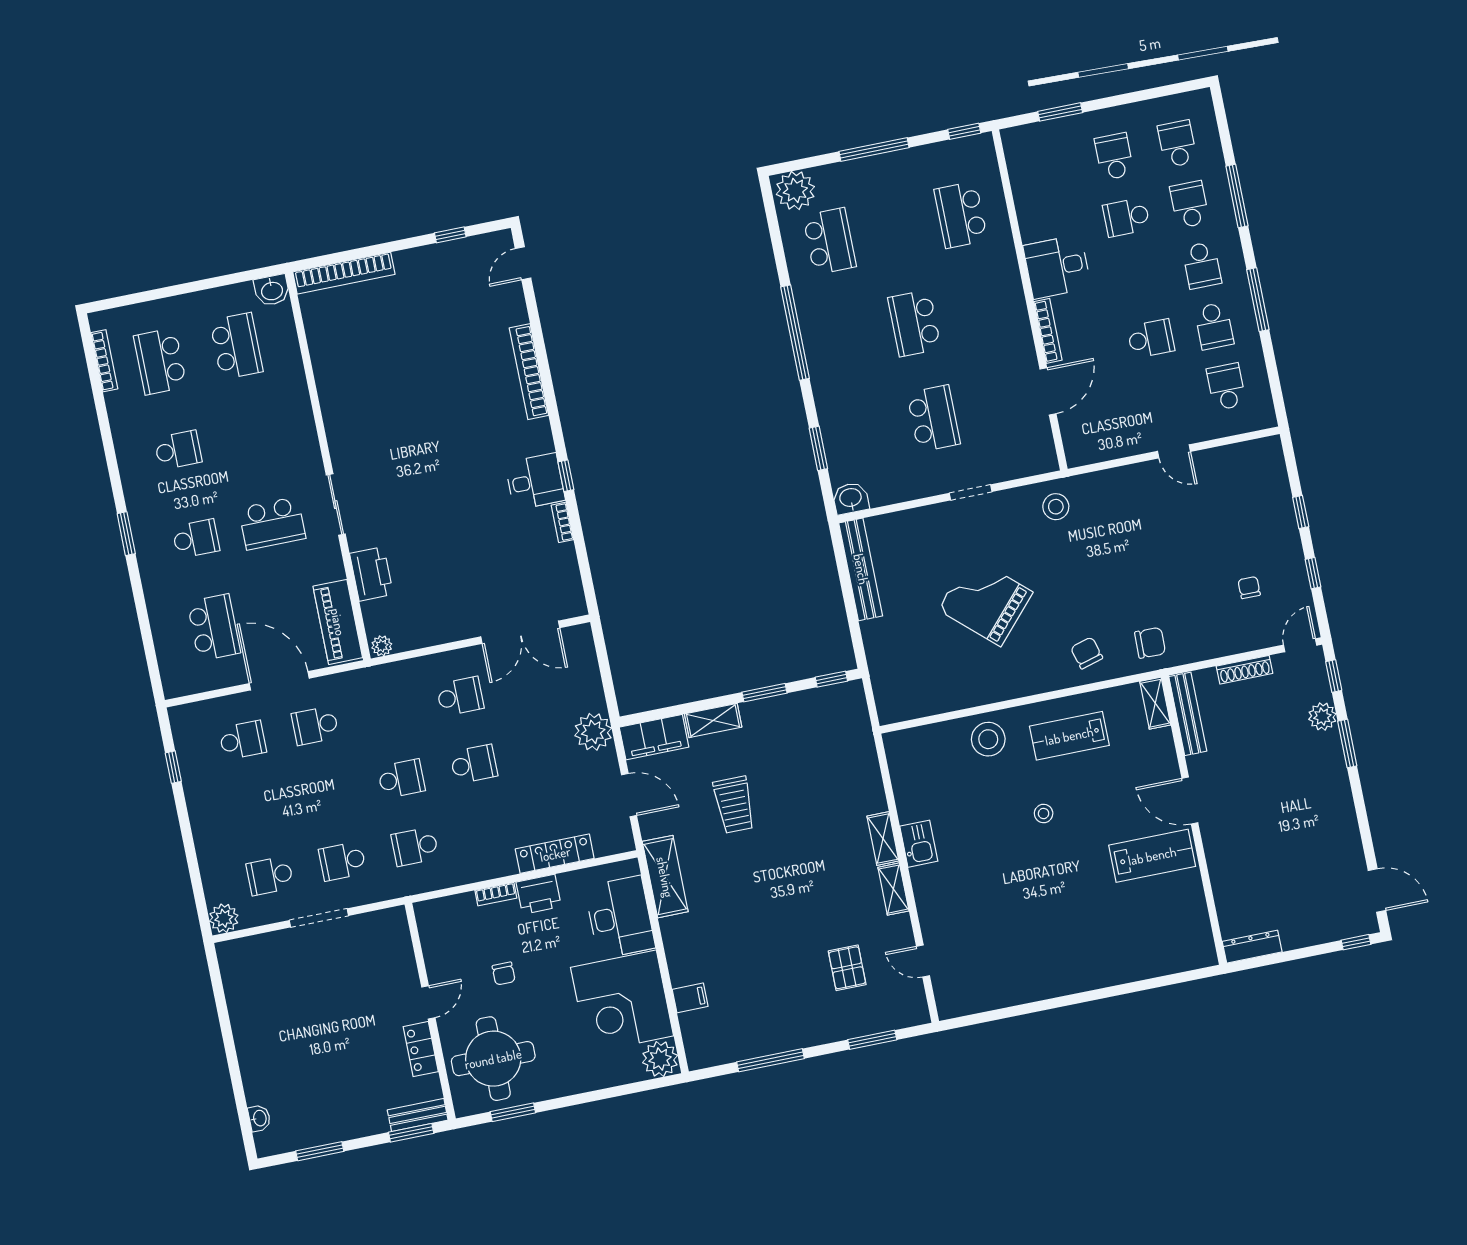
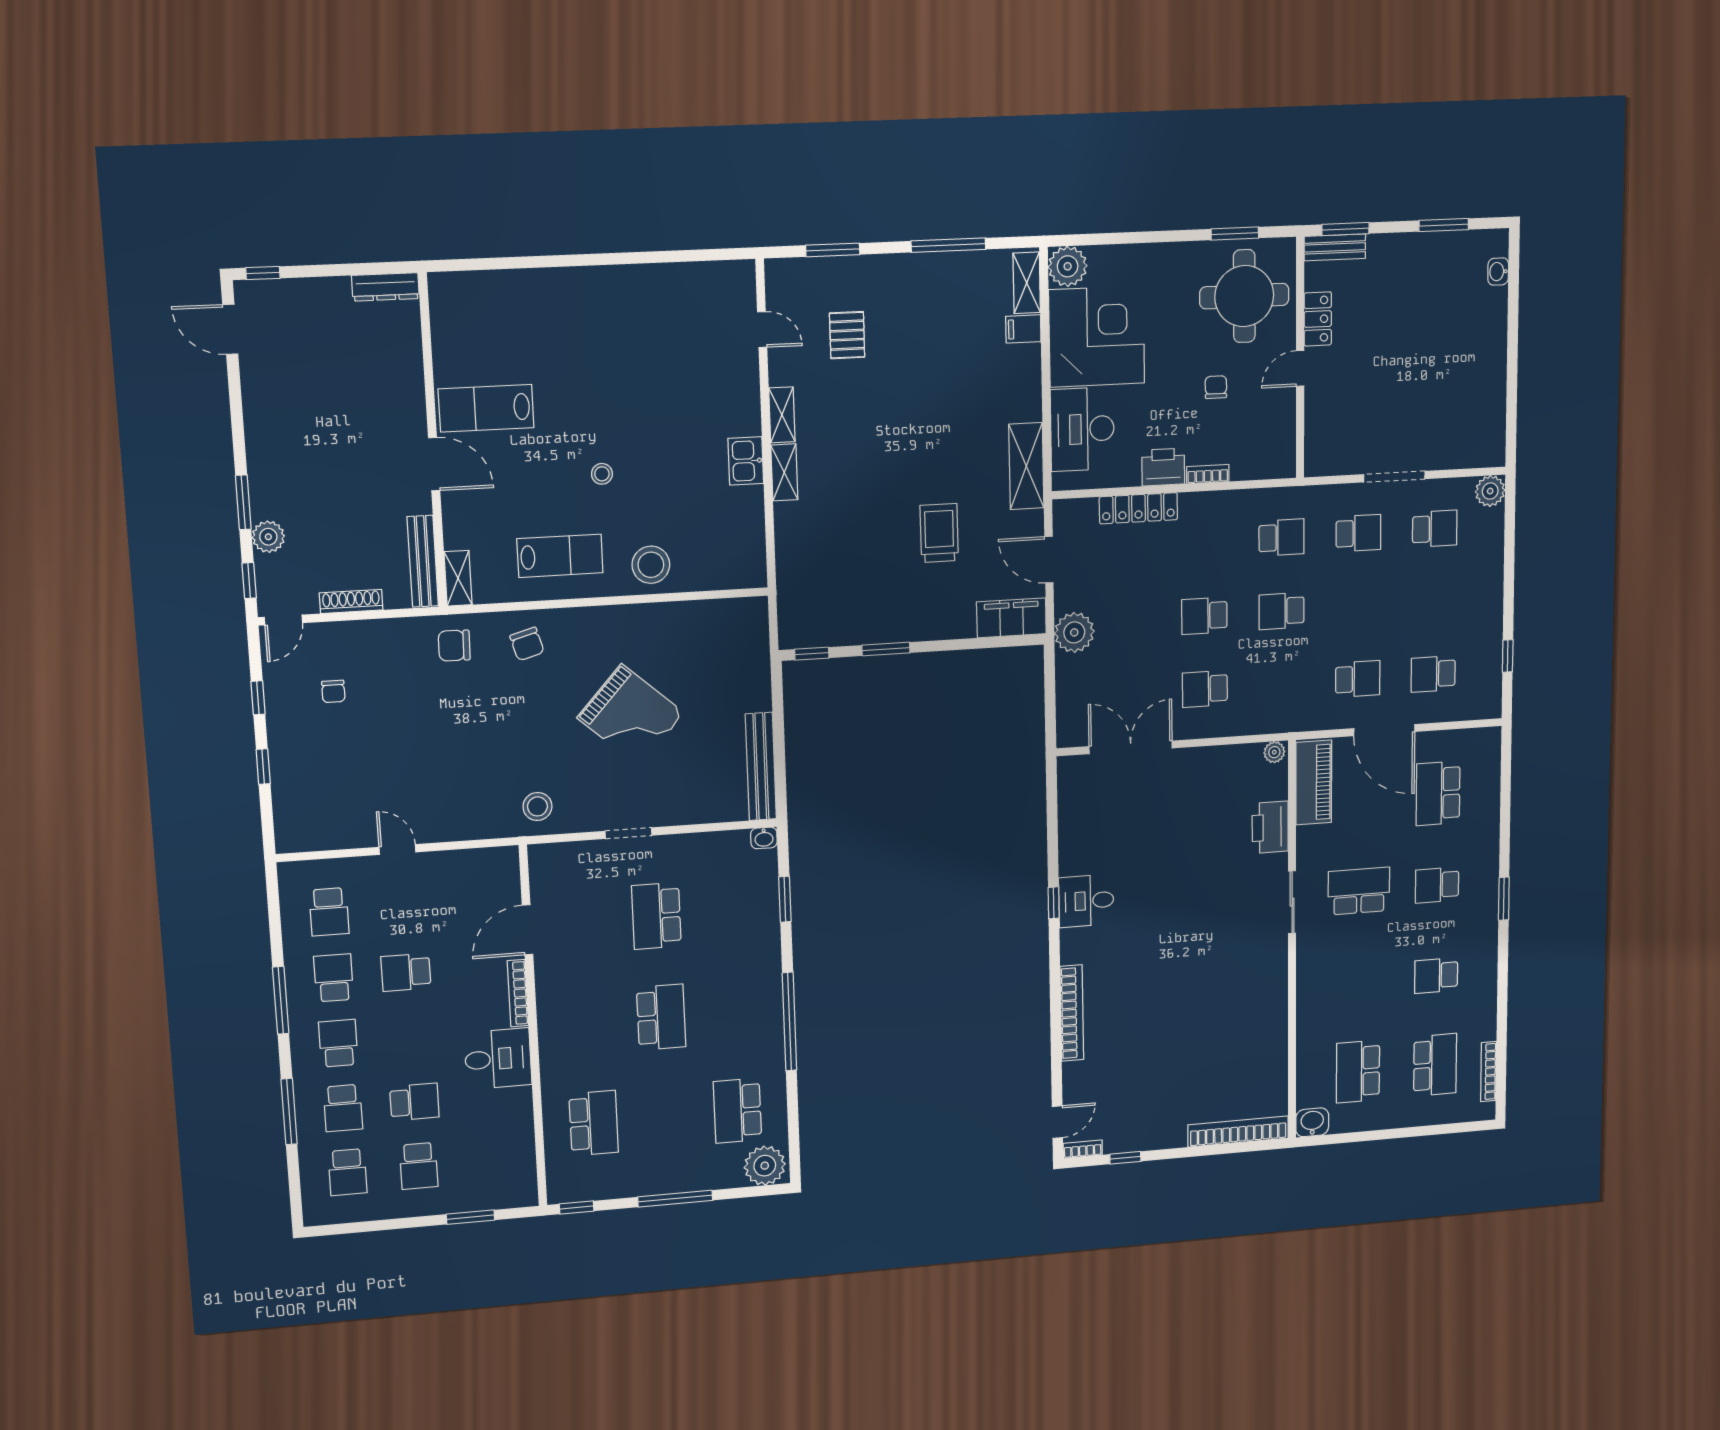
washbasin: (851, 498) -> (764, 838), width x0.72, depth x0.69
bookcase: (562, 522) -> (1083, 1149), moved, turned -90
shelving: (713, 720) -> (1027, 283), moved, turned 90

